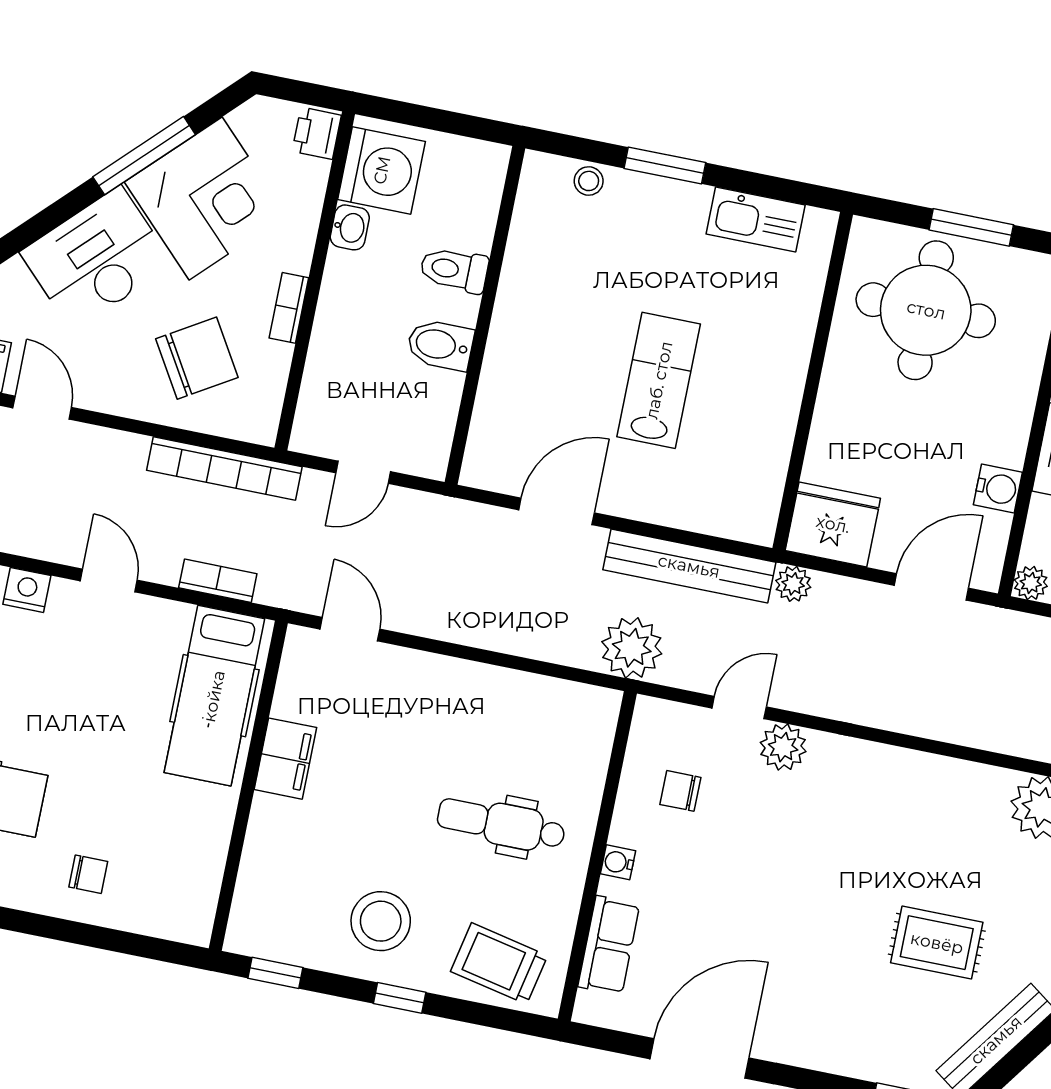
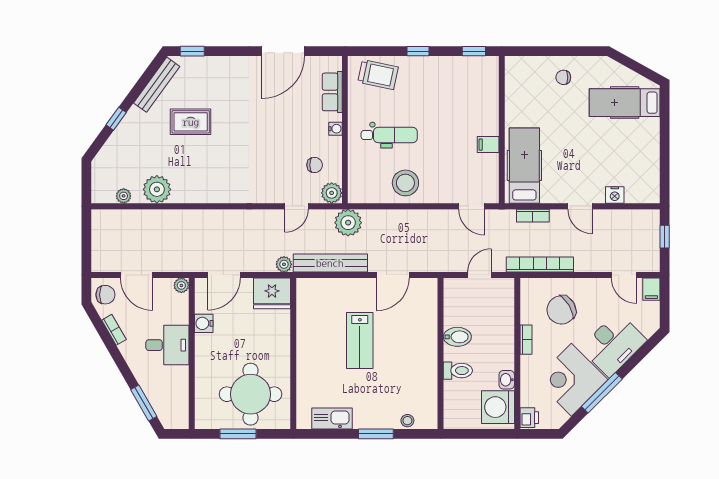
plant: (783, 747) -> (332, 193), moved
filing cabinet: (285, 759) -> (488, 145), width x0.50
stool: (381, 921) -> (405, 183), moved

